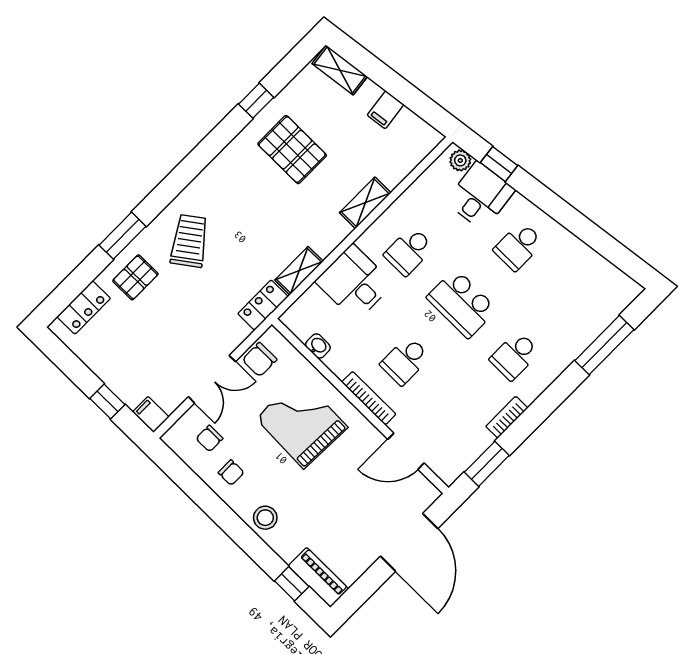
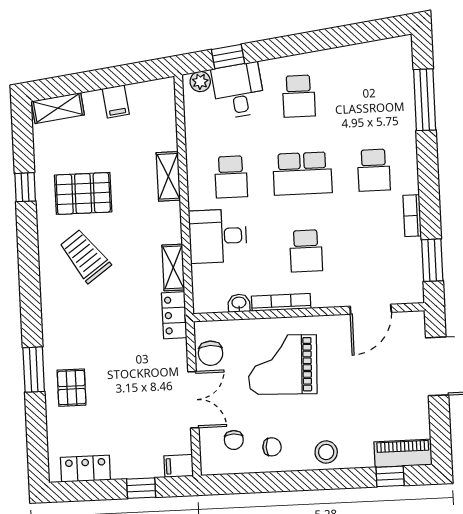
trolley: (189, 241) -> (85, 256), moved
locker: (84, 307) -> (85, 469), moved, turned -90
bookcase: (369, 398) -> (281, 302), moved

